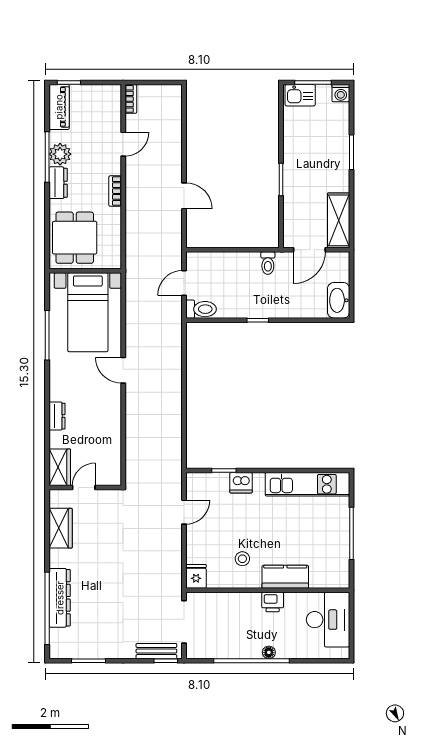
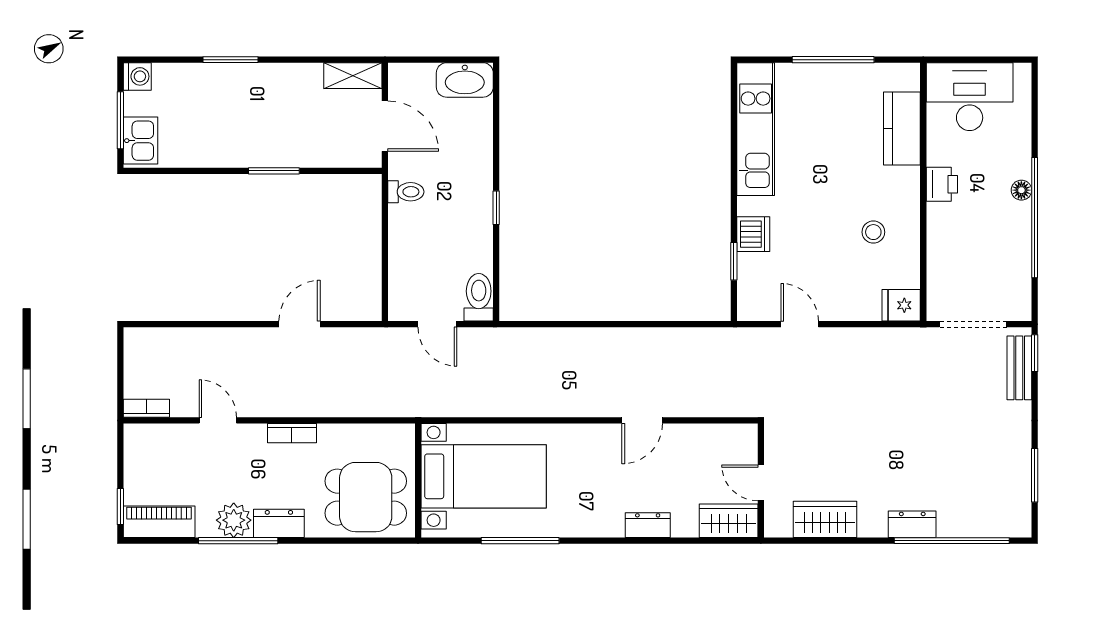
shelving: (339, 220) -> (353, 76), width x0.67, depth x0.75
door: (123, 370) -> (642, 420), moved
kitchen counter: (285, 577) -> (902, 128), moved
dresser: (60, 598) -> (912, 524), width x0.51, depth x0.80

